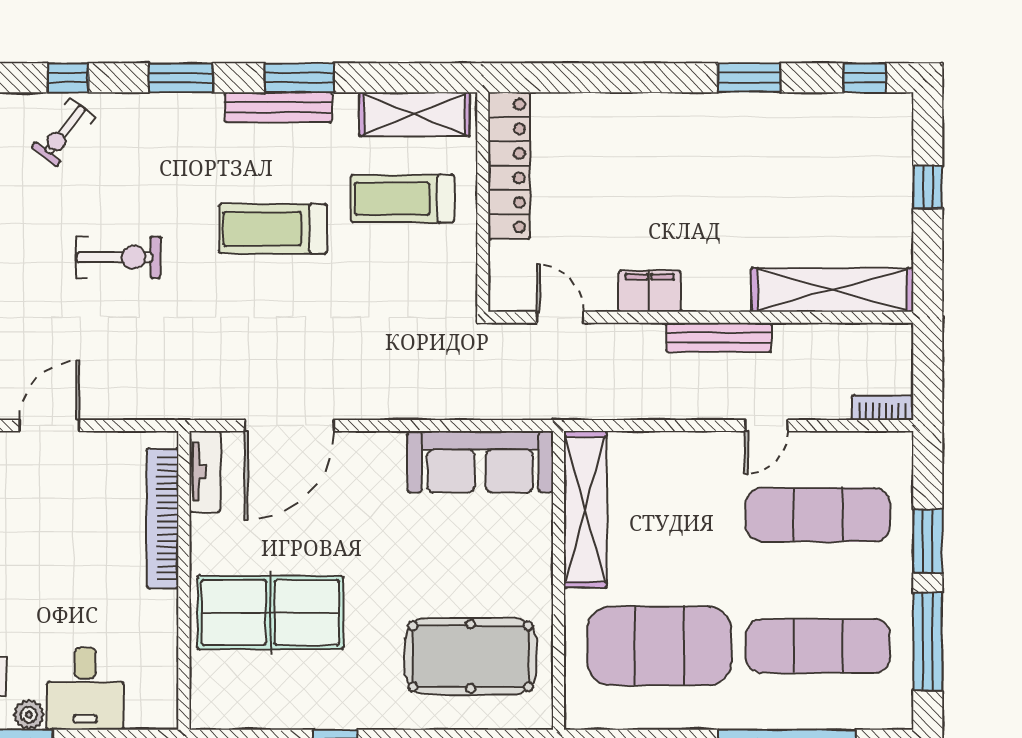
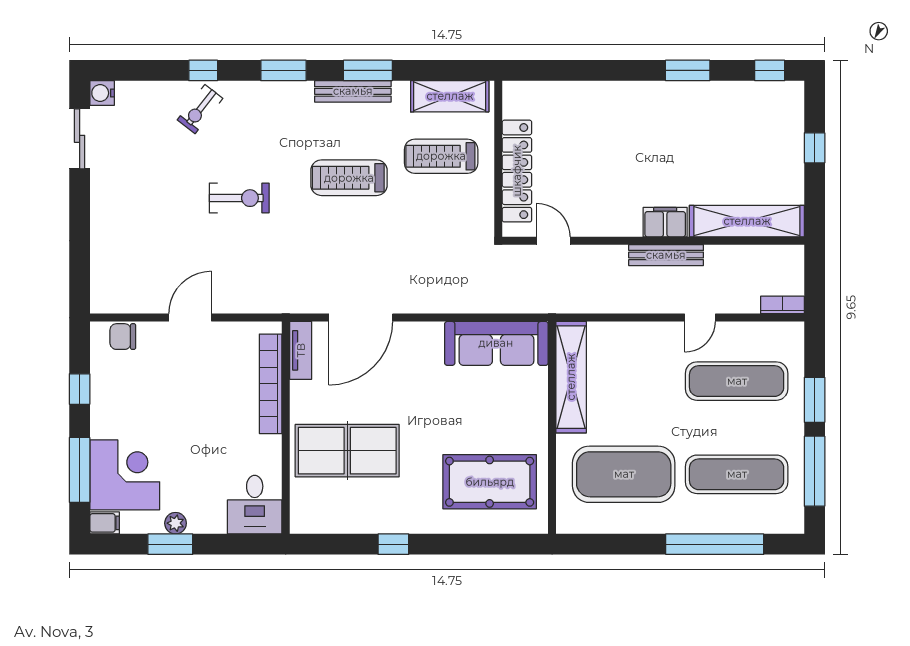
locker: (509, 166) -> (517, 171), moved
filing cabinet: (650, 291) -> (665, 222), moved
desk: (85, 689) -> (255, 505), moved

